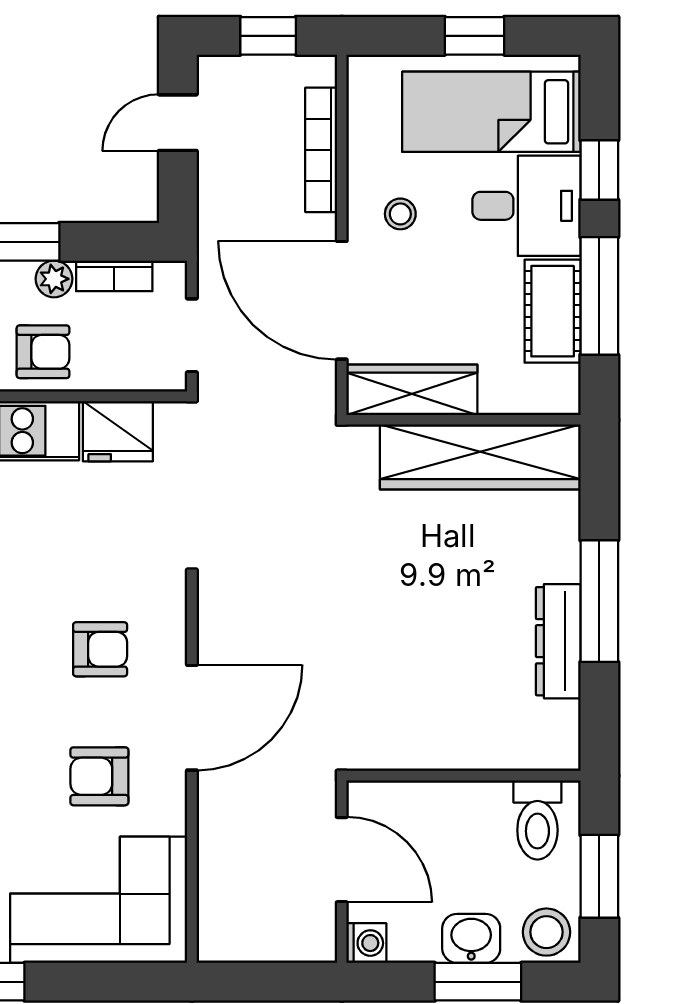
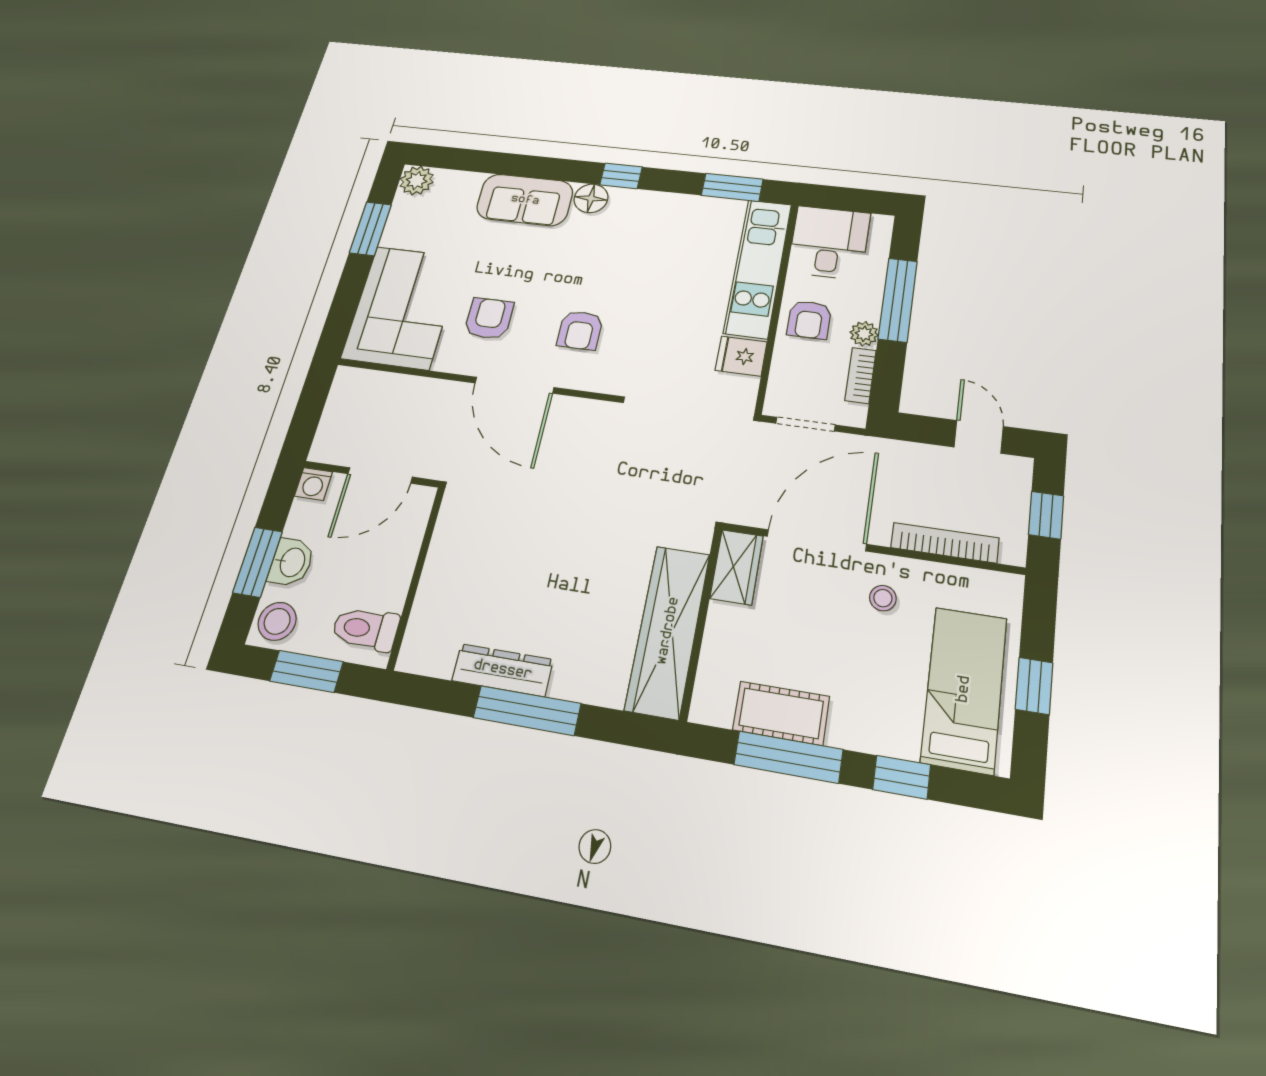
desk: (526, 206) -> (877, 706), removed
wardrobe: (412, 390) -> (737, 567), width x0.67
fridge: (118, 431) -> (741, 356), width x0.72

